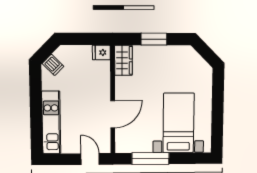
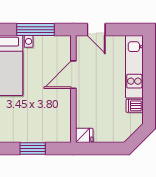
wardrobe: (123, 60) -> (63, 128), removed
dishwasher: (53, 65) -> (135, 106), moved, turned -45

